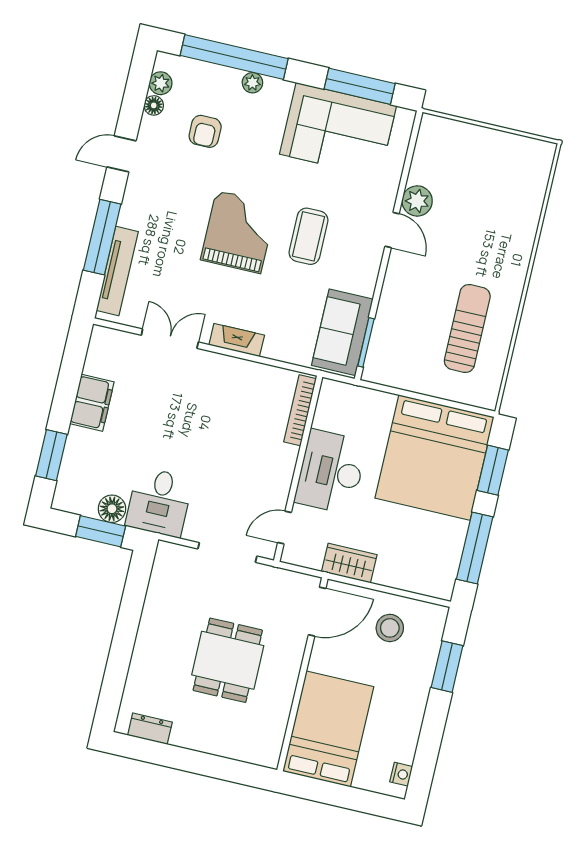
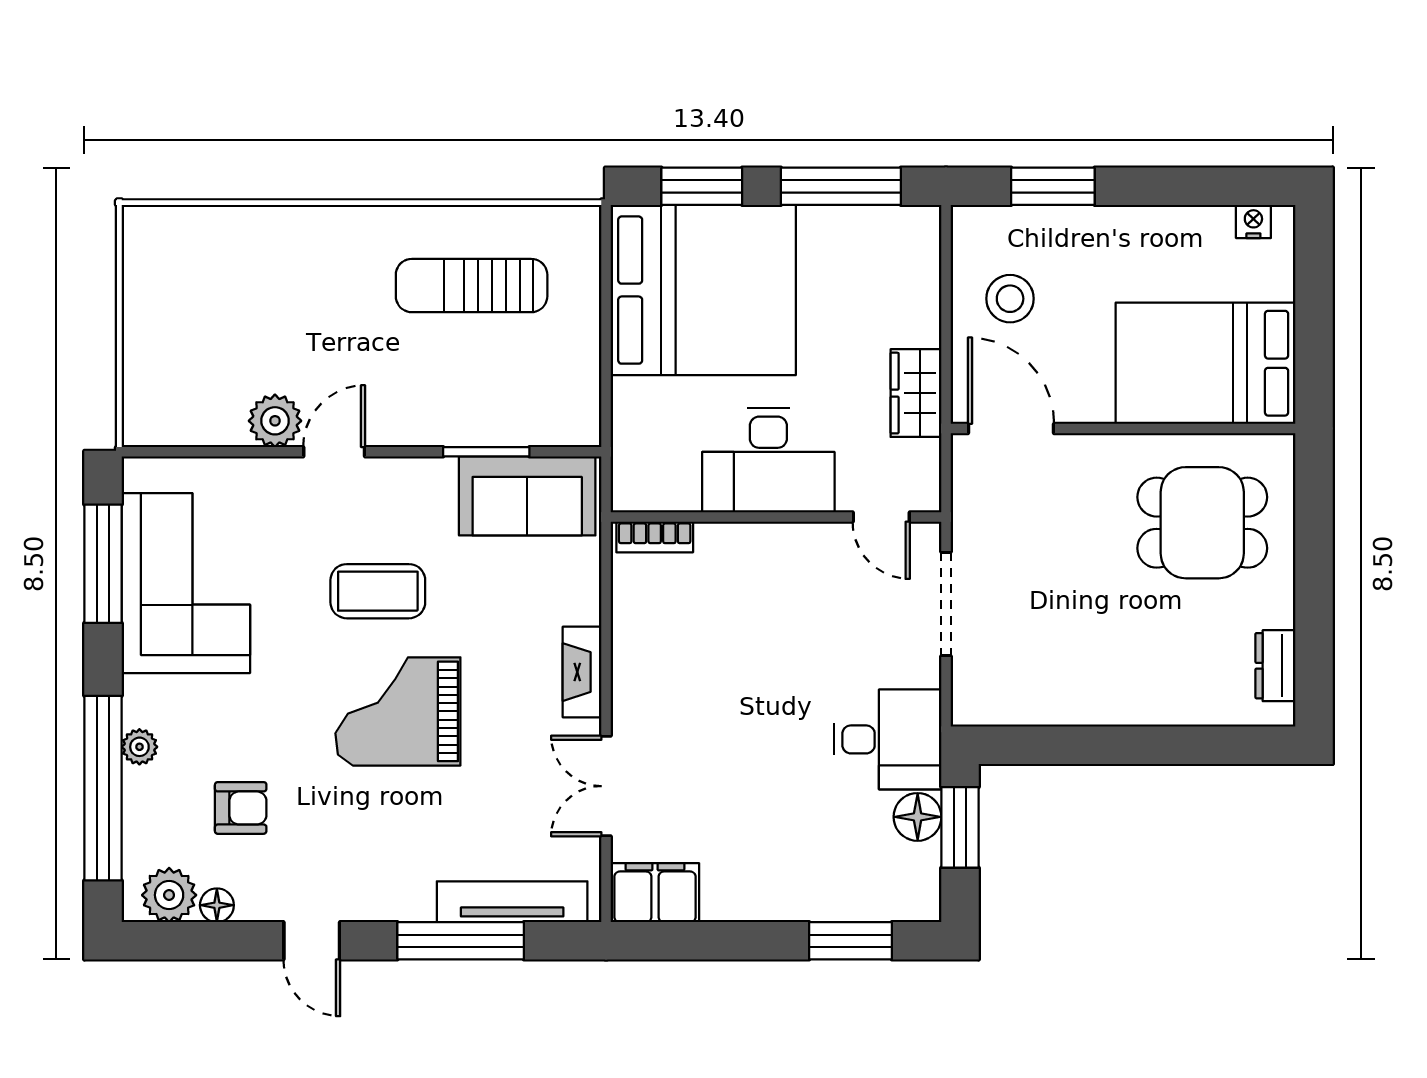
plant: (161, 83) -> (169, 895), width x1.38, depth x1.38
window: (366, 342) -> (486, 452), moved
filing cabinet: (92, 403) -> (655, 893), moved
bookcase: (300, 410) -> (655, 537), width x0.64
dining table: (228, 660) -> (1202, 523), moved

